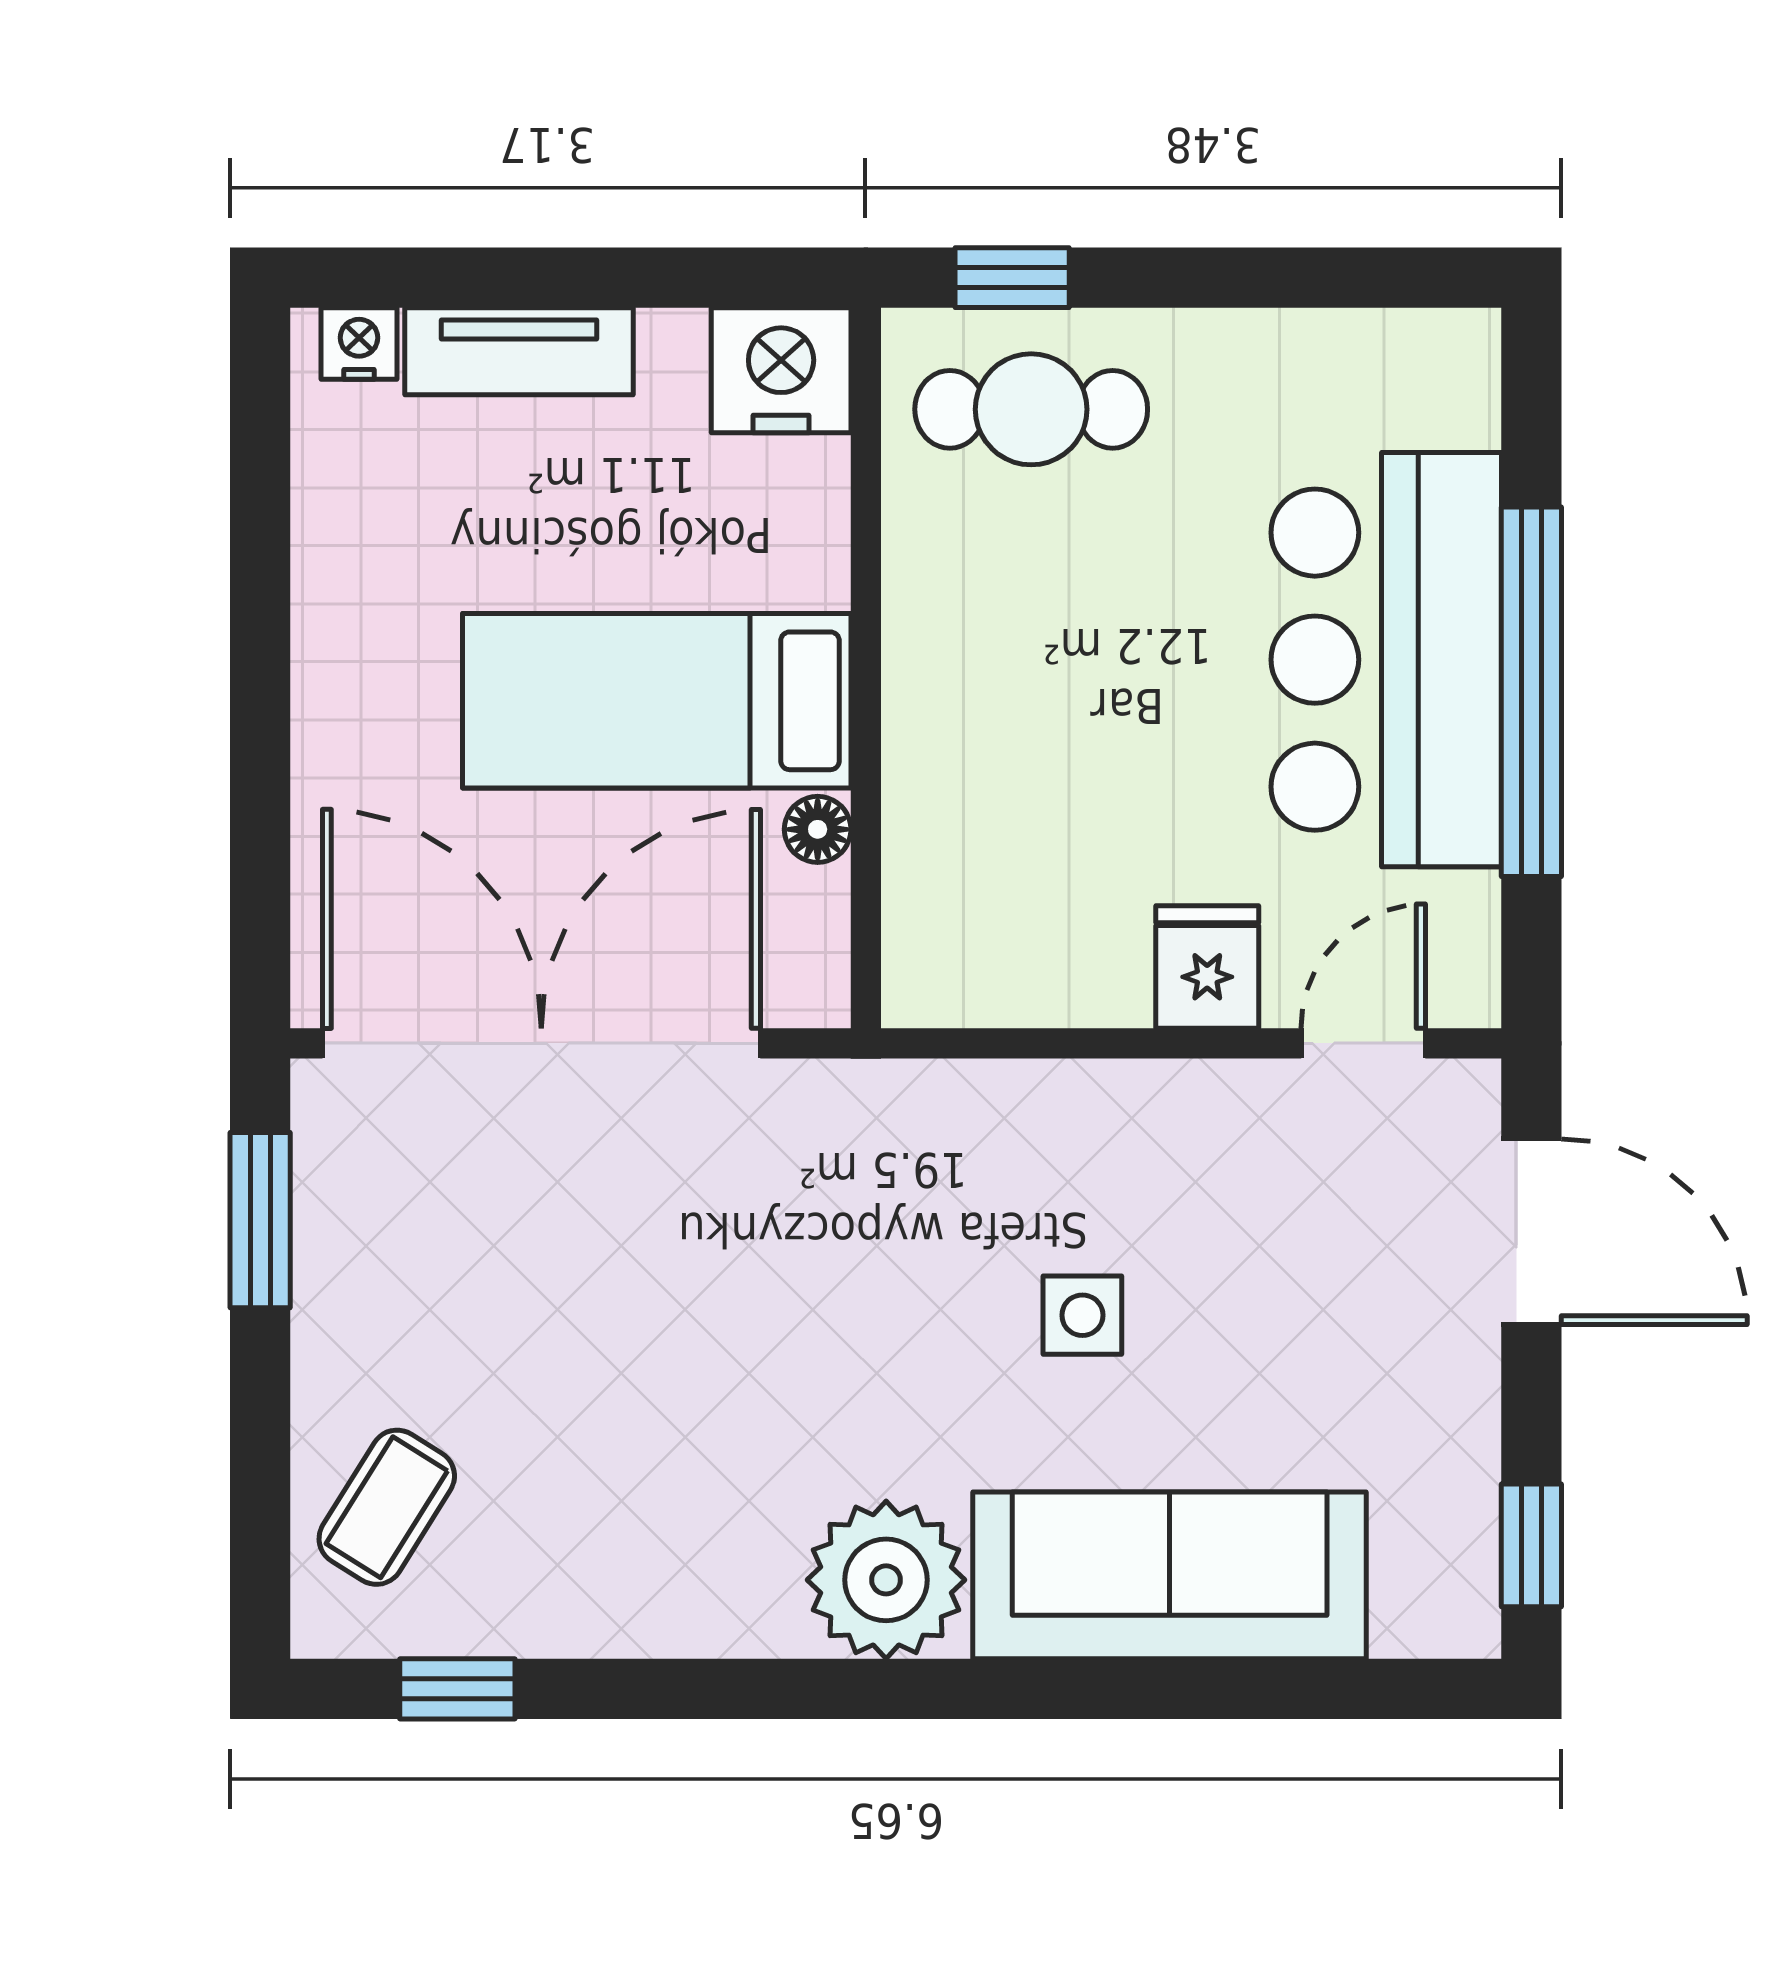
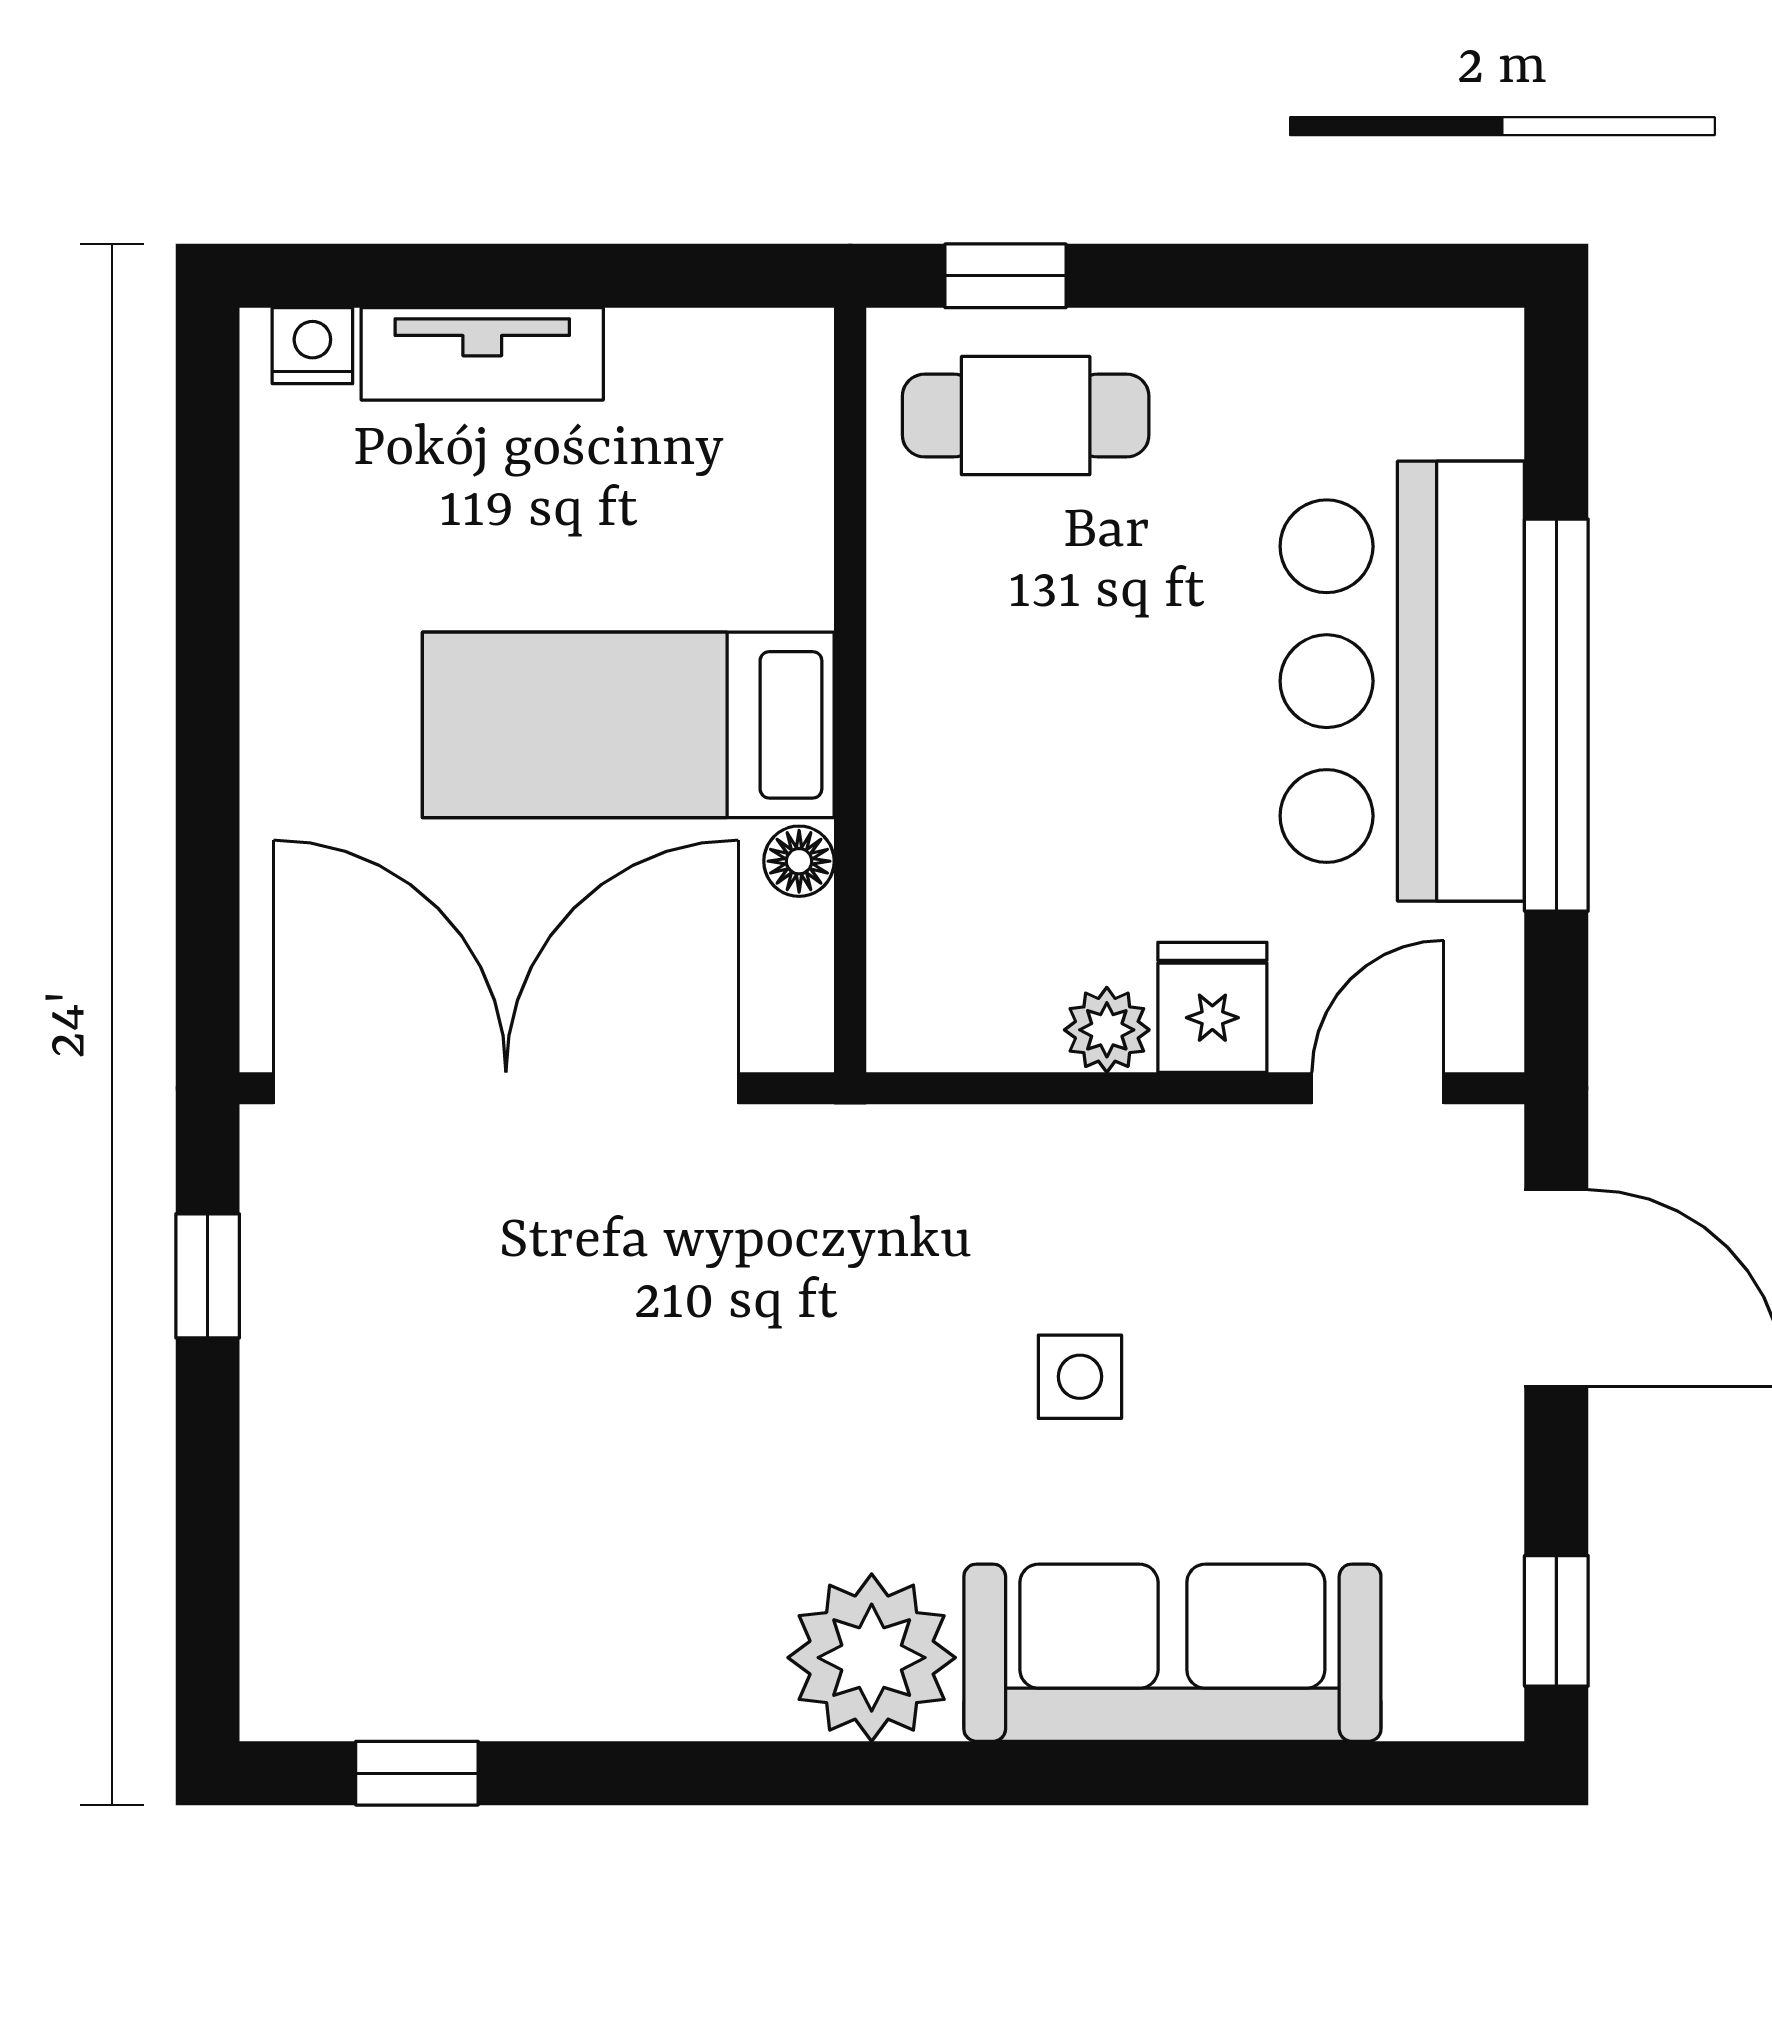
nightstand: (781, 370) -> (760, 374), removed
plant: (1108, 988) -> (1107, 1030), added
window: (260, 1220) -> (208, 1276), width x0.67
coffee table: (387, 1507) -> (342, 1580), removed

